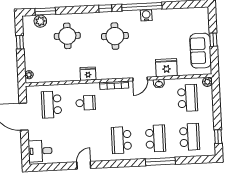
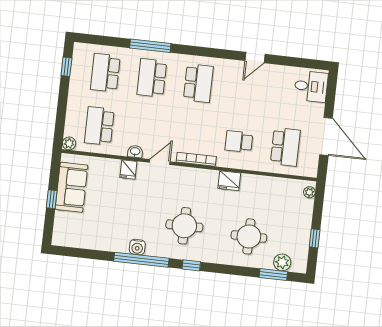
fridge: (166, 68) -> (128, 169), width x0.53, depth x0.75

